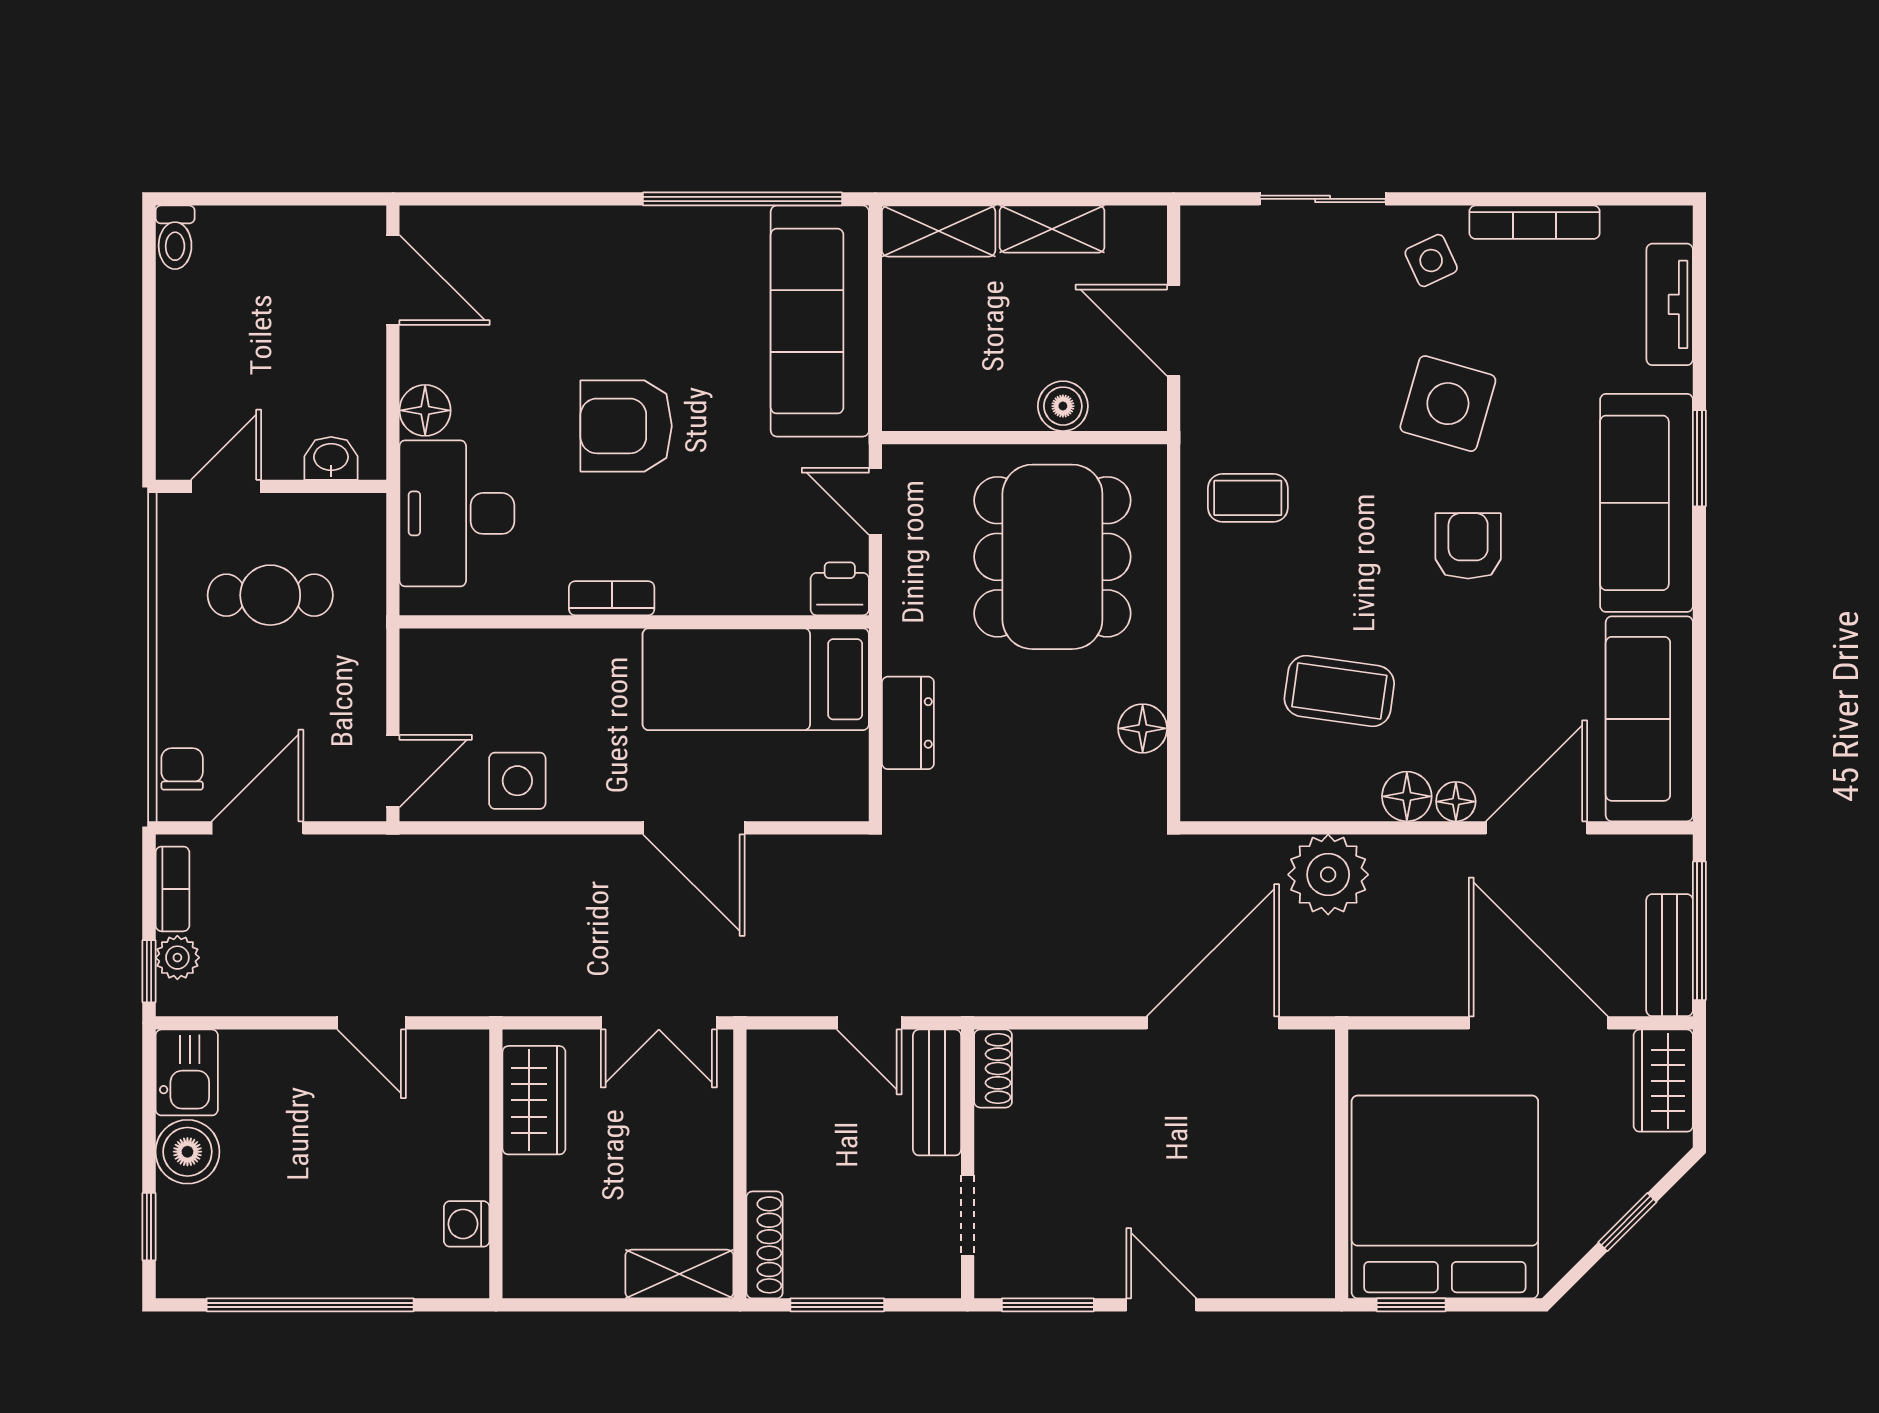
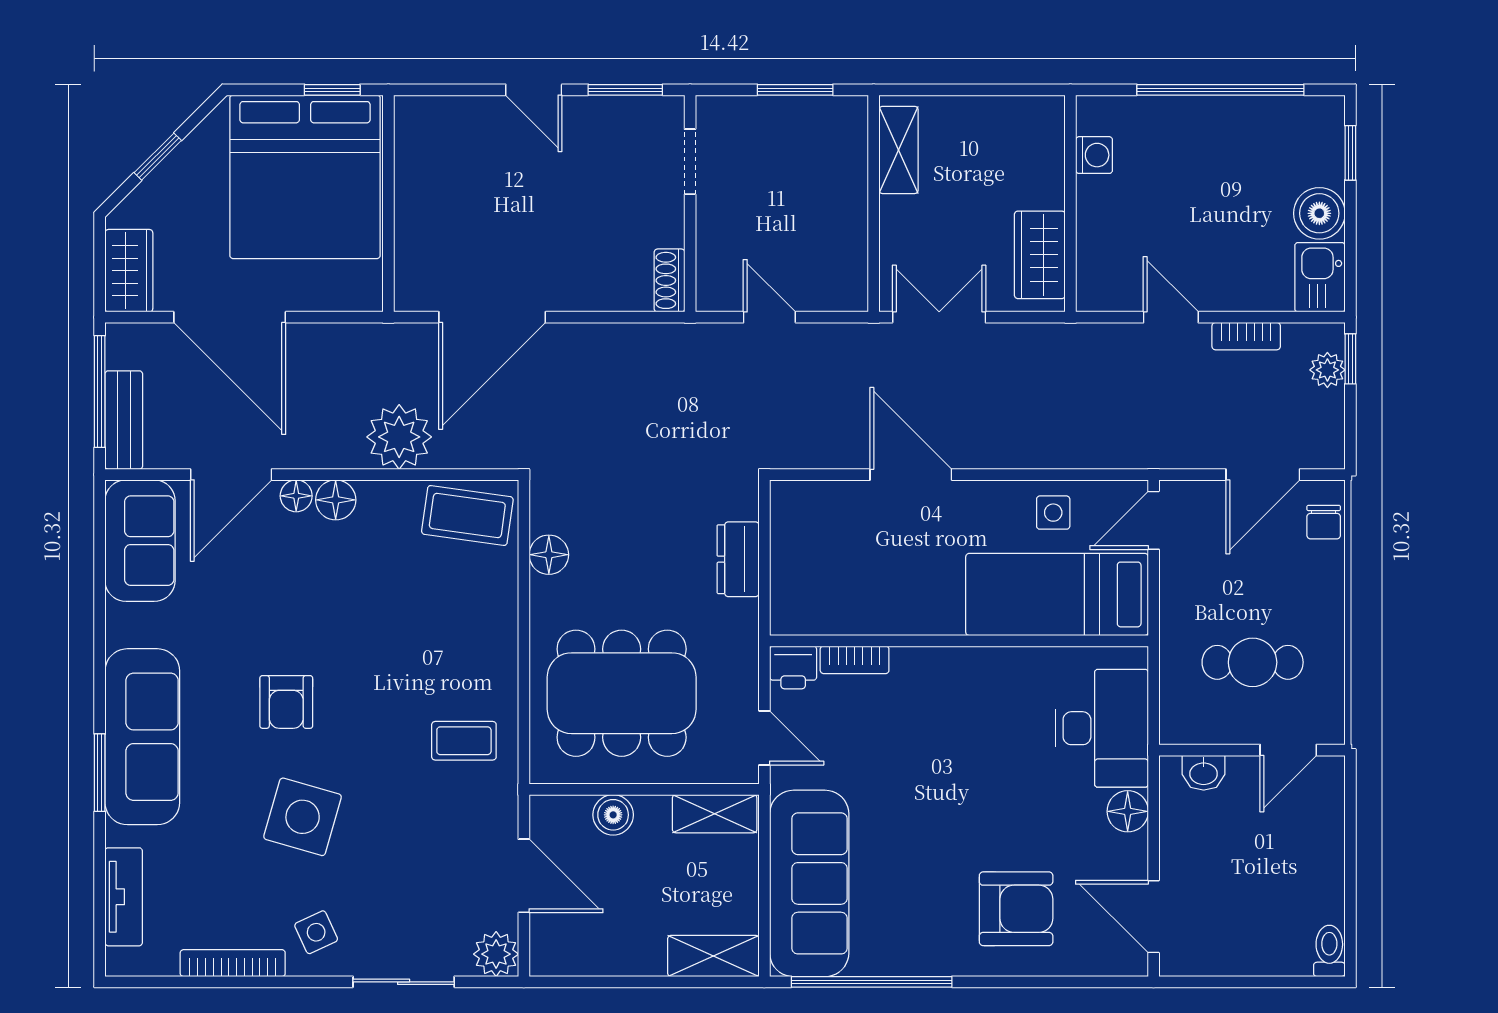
shelving: (1052, 229) -> (715, 814), moved
plant: (1208, 234) -> (496, 954), added
armchair: (626, 426) -> (1016, 909), moved
dining table: (1052, 557) -> (622, 693), turned 90
bookcase: (612, 598) -> (855, 660), moved
bed: (756, 679) -> (1057, 594), moved, turned 180
coffee table: (1339, 691) -> (467, 516), moved
sofa: (1649, 719) -> (140, 541), width x0.73
side table: (517, 781) -> (1053, 513), width x0.73, depth x0.73
bookcase: (172, 889) -> (1246, 336), moved, turned -90
bench: (1670, 955) -> (124, 420), moved
bench: (937, 1092) -> (715, 261), removed
shoe rack: (765, 1245) -> (854, 138), removed
shelving: (679, 1274) -> (899, 150), moved, turned 90

